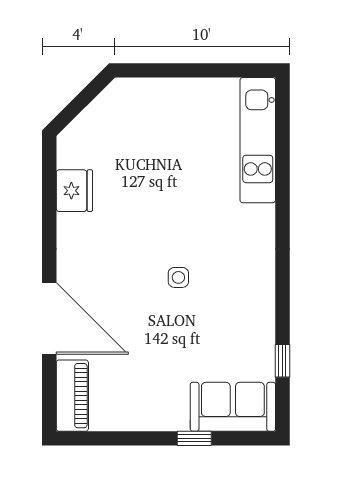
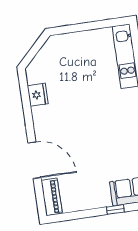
side table: (178, 277) -> (96, 130), removed

